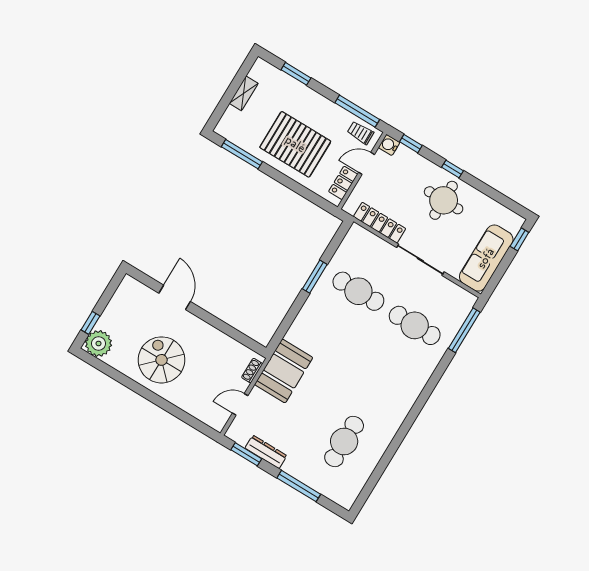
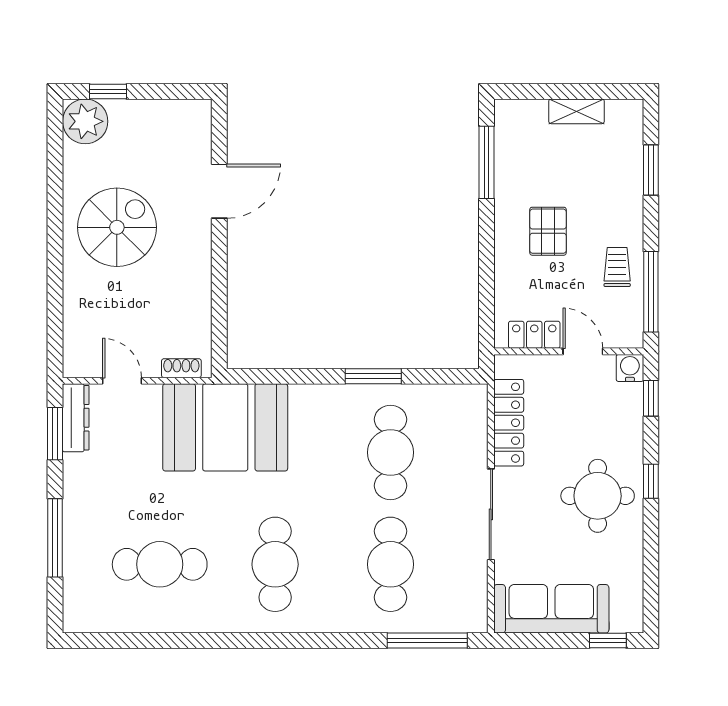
trolley: (360, 133) -> (617, 267), moved
pallet: (295, 144) -> (548, 231), width x0.49, depth x0.50
booth: (284, 371) -> (225, 427), width x1.36, depth x1.42
cafe table: (379, 383) -> (275, 564), added
dresser: (266, 452) -> (76, 418), moved

